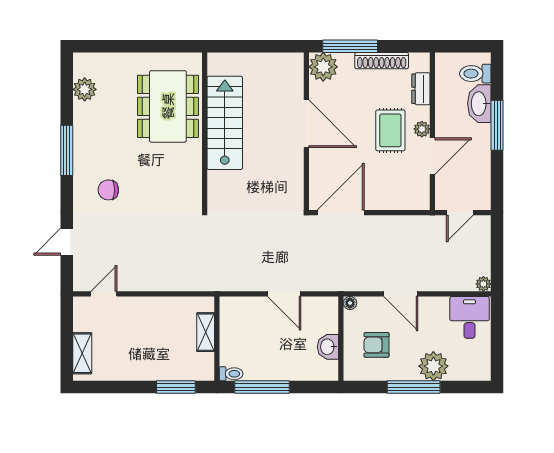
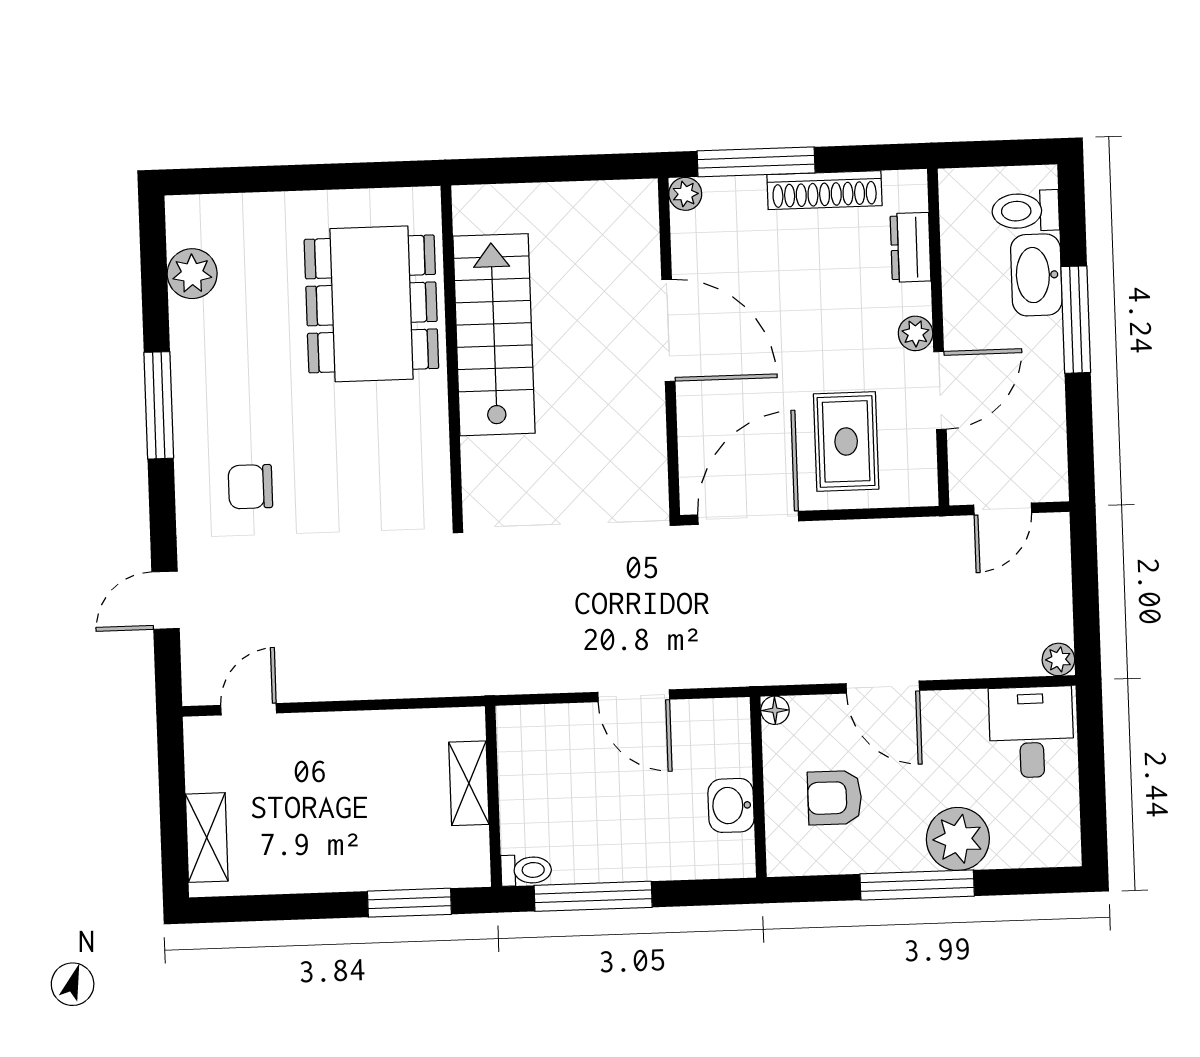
plant: (323, 67) -> (685, 194), width x0.53, depth x0.53
rug: (390, 130) -> (846, 441), moved

